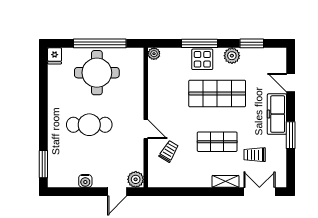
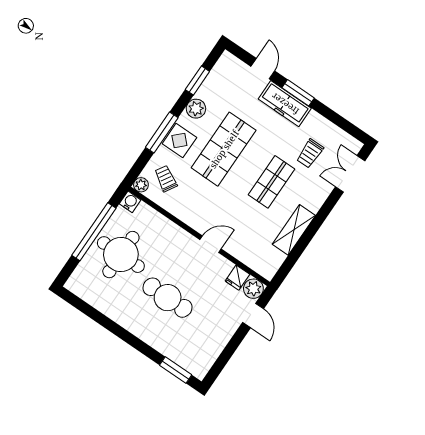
fridge: (55, 56) -> (237, 278), moved, turned 90
door: (291, 83) -> (263, 69), swing flipped
cafe table: (89, 125) -> (168, 298), turned 90
window: (291, 135) -> (298, 93), moved
trolley: (169, 151) -> (166, 179), moved
water cooler: (85, 181) -> (130, 202), moved, turned -90
shelving: (226, 181) -> (294, 230), moved, width x1.50, depth x1.33

